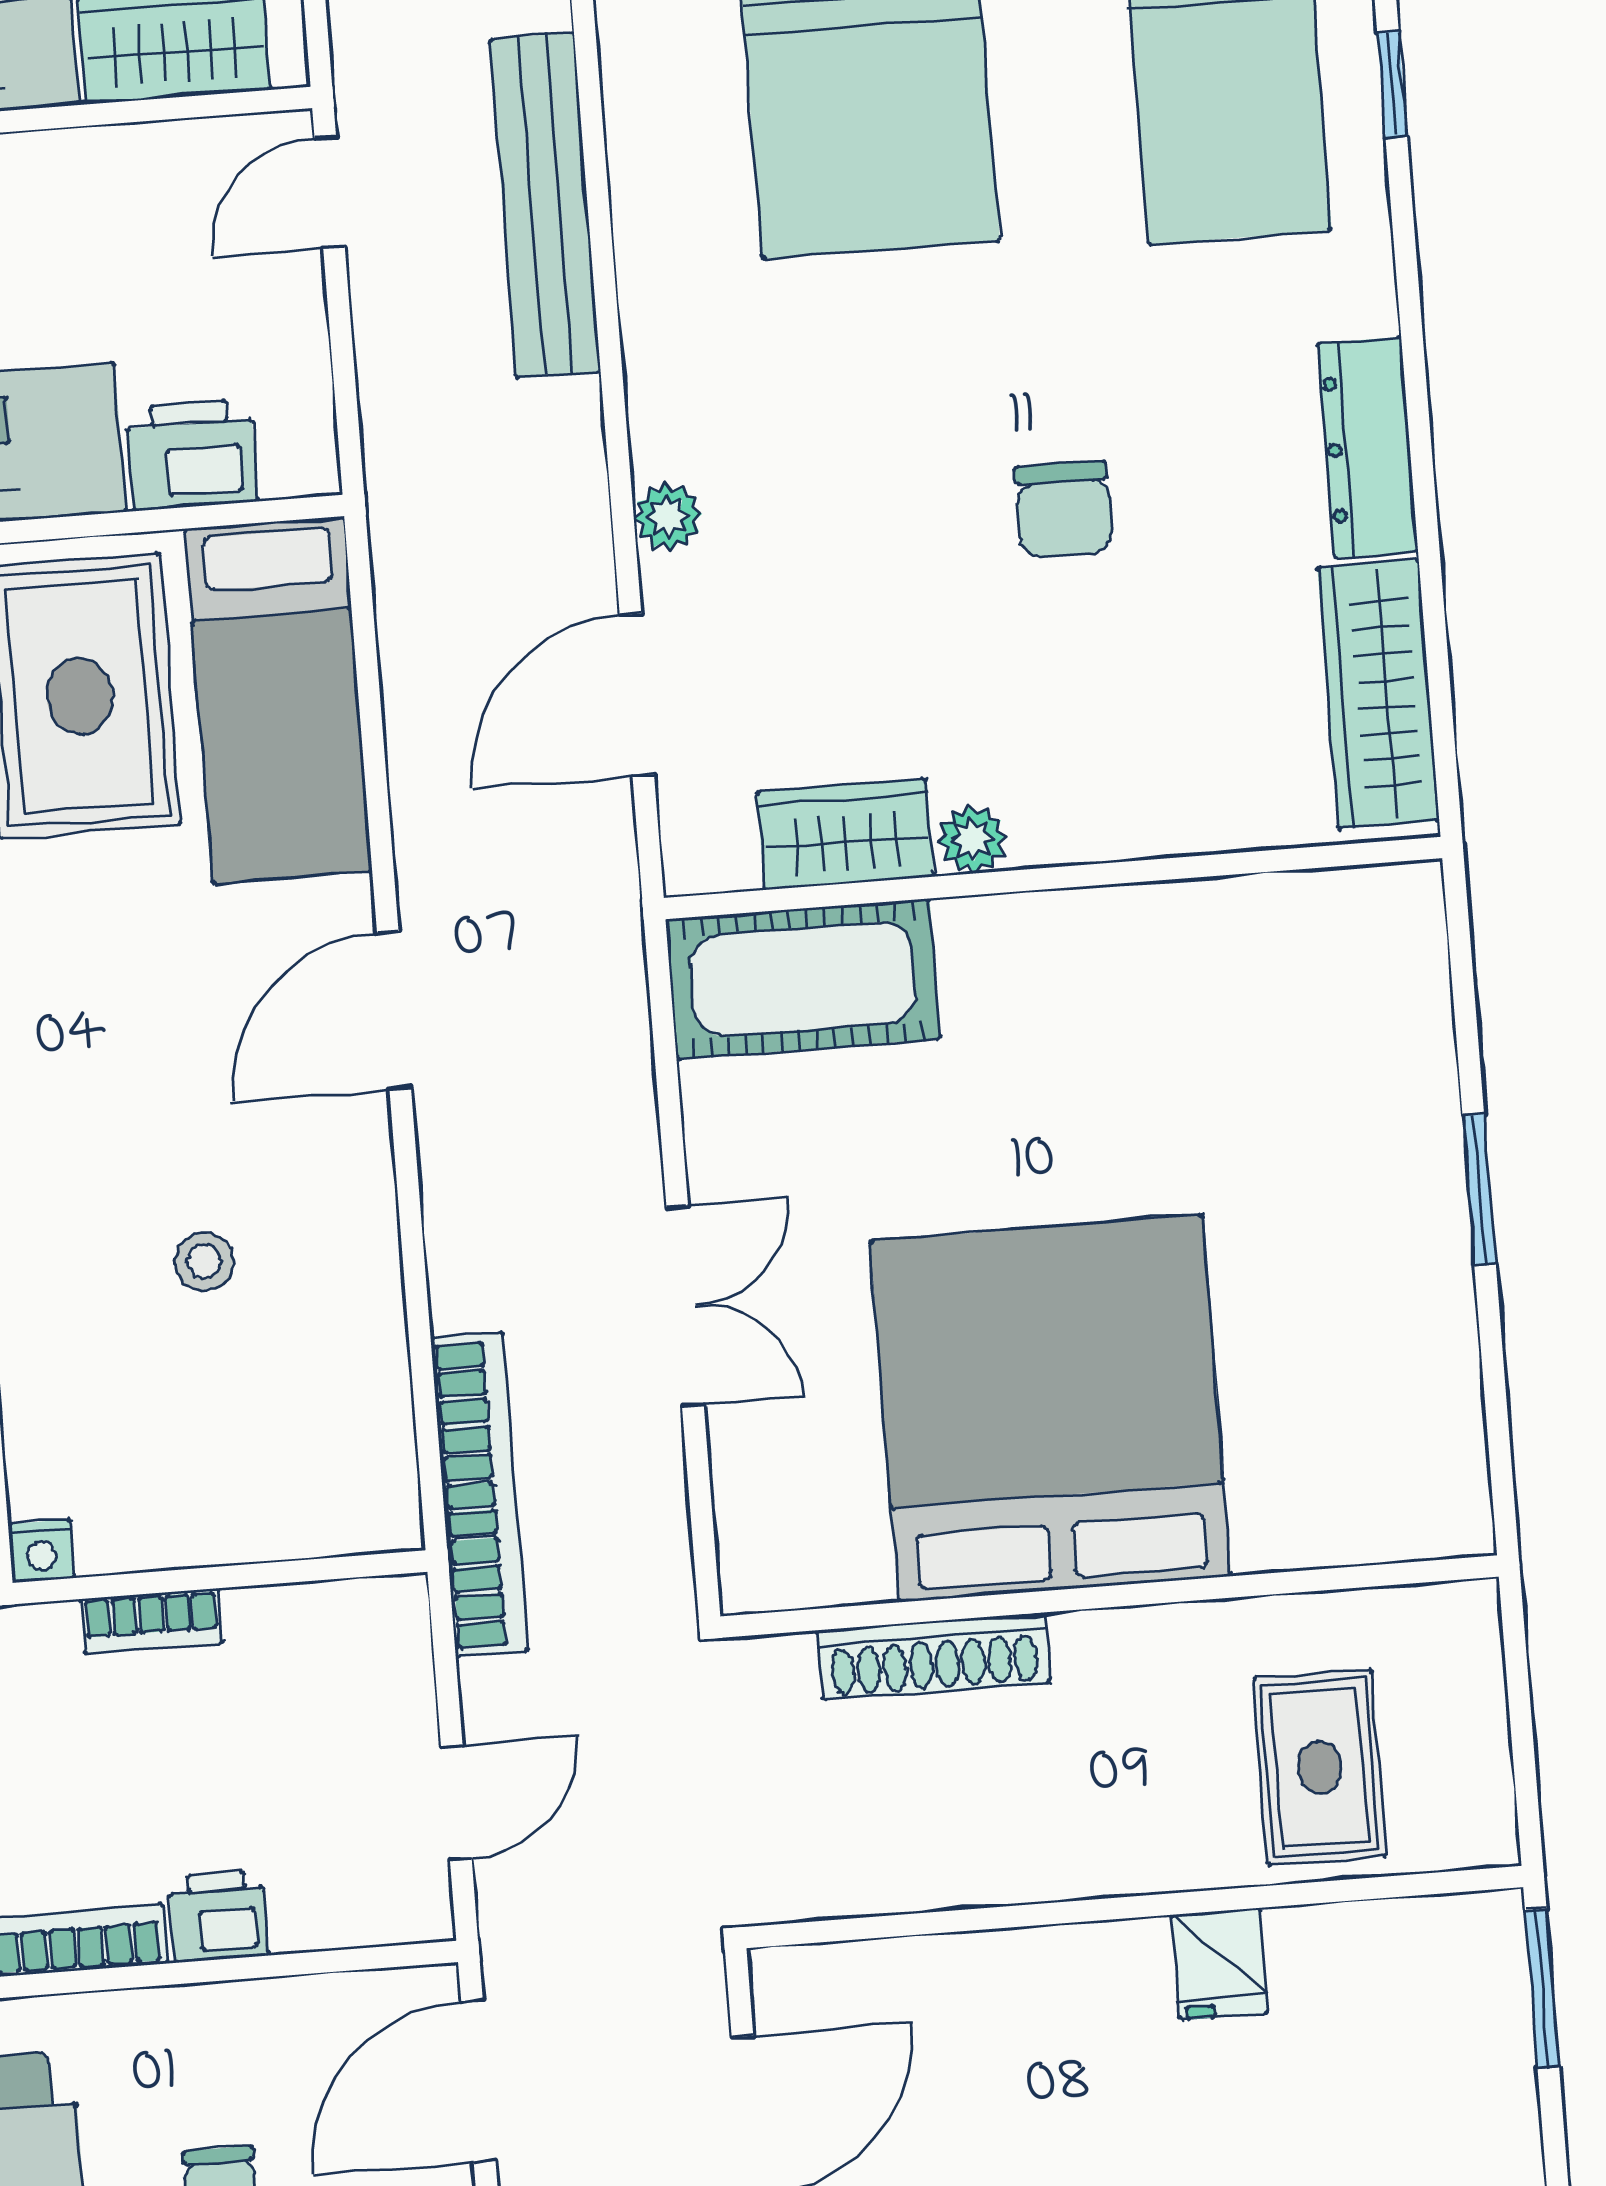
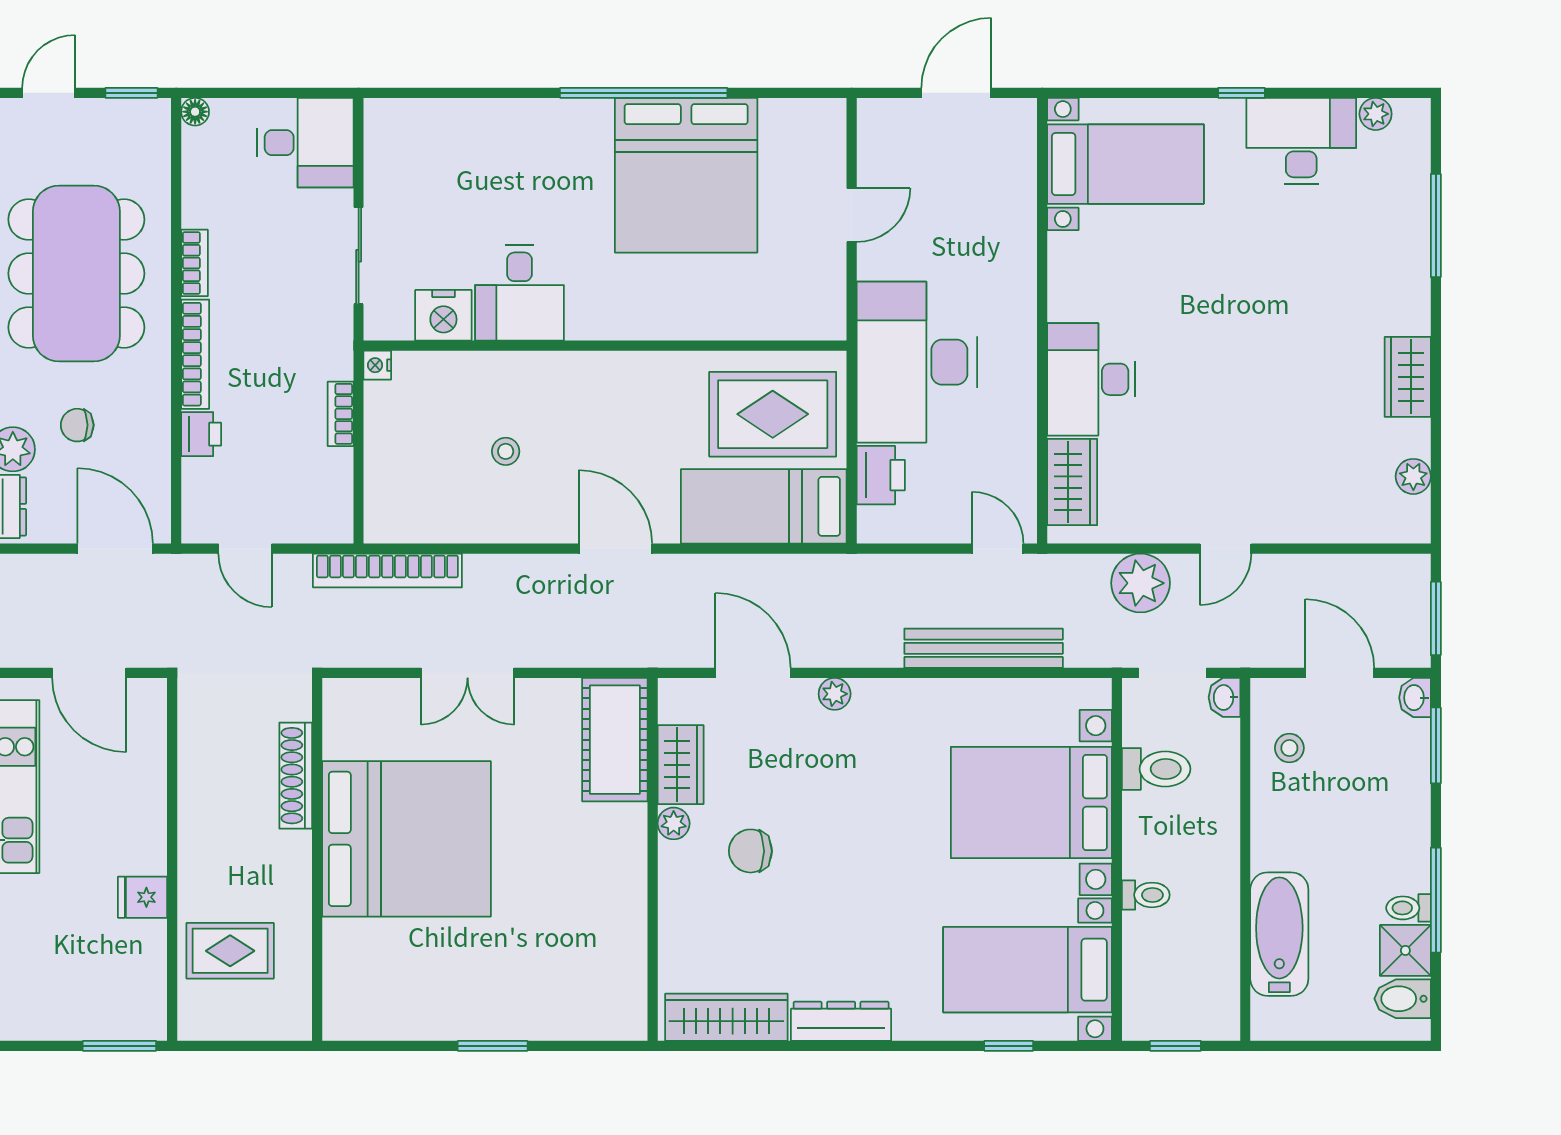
chair: (1064, 509) -> (750, 851), moved

